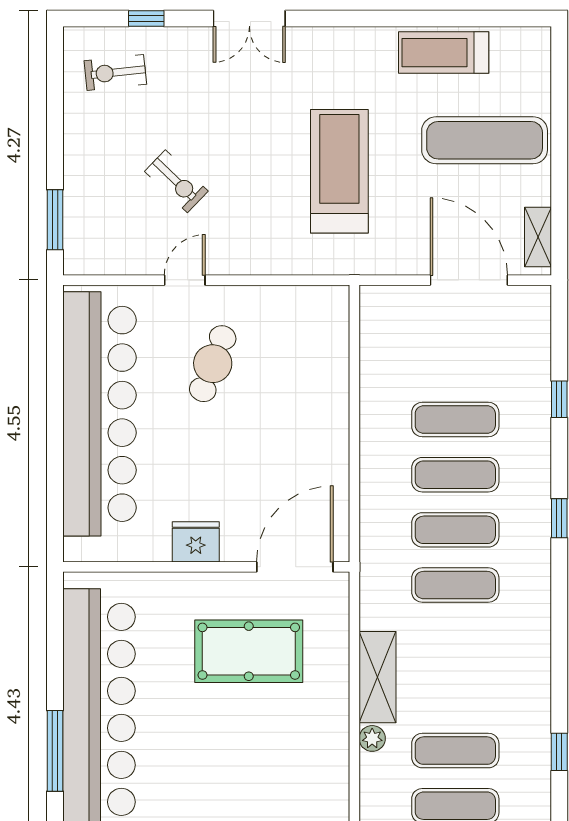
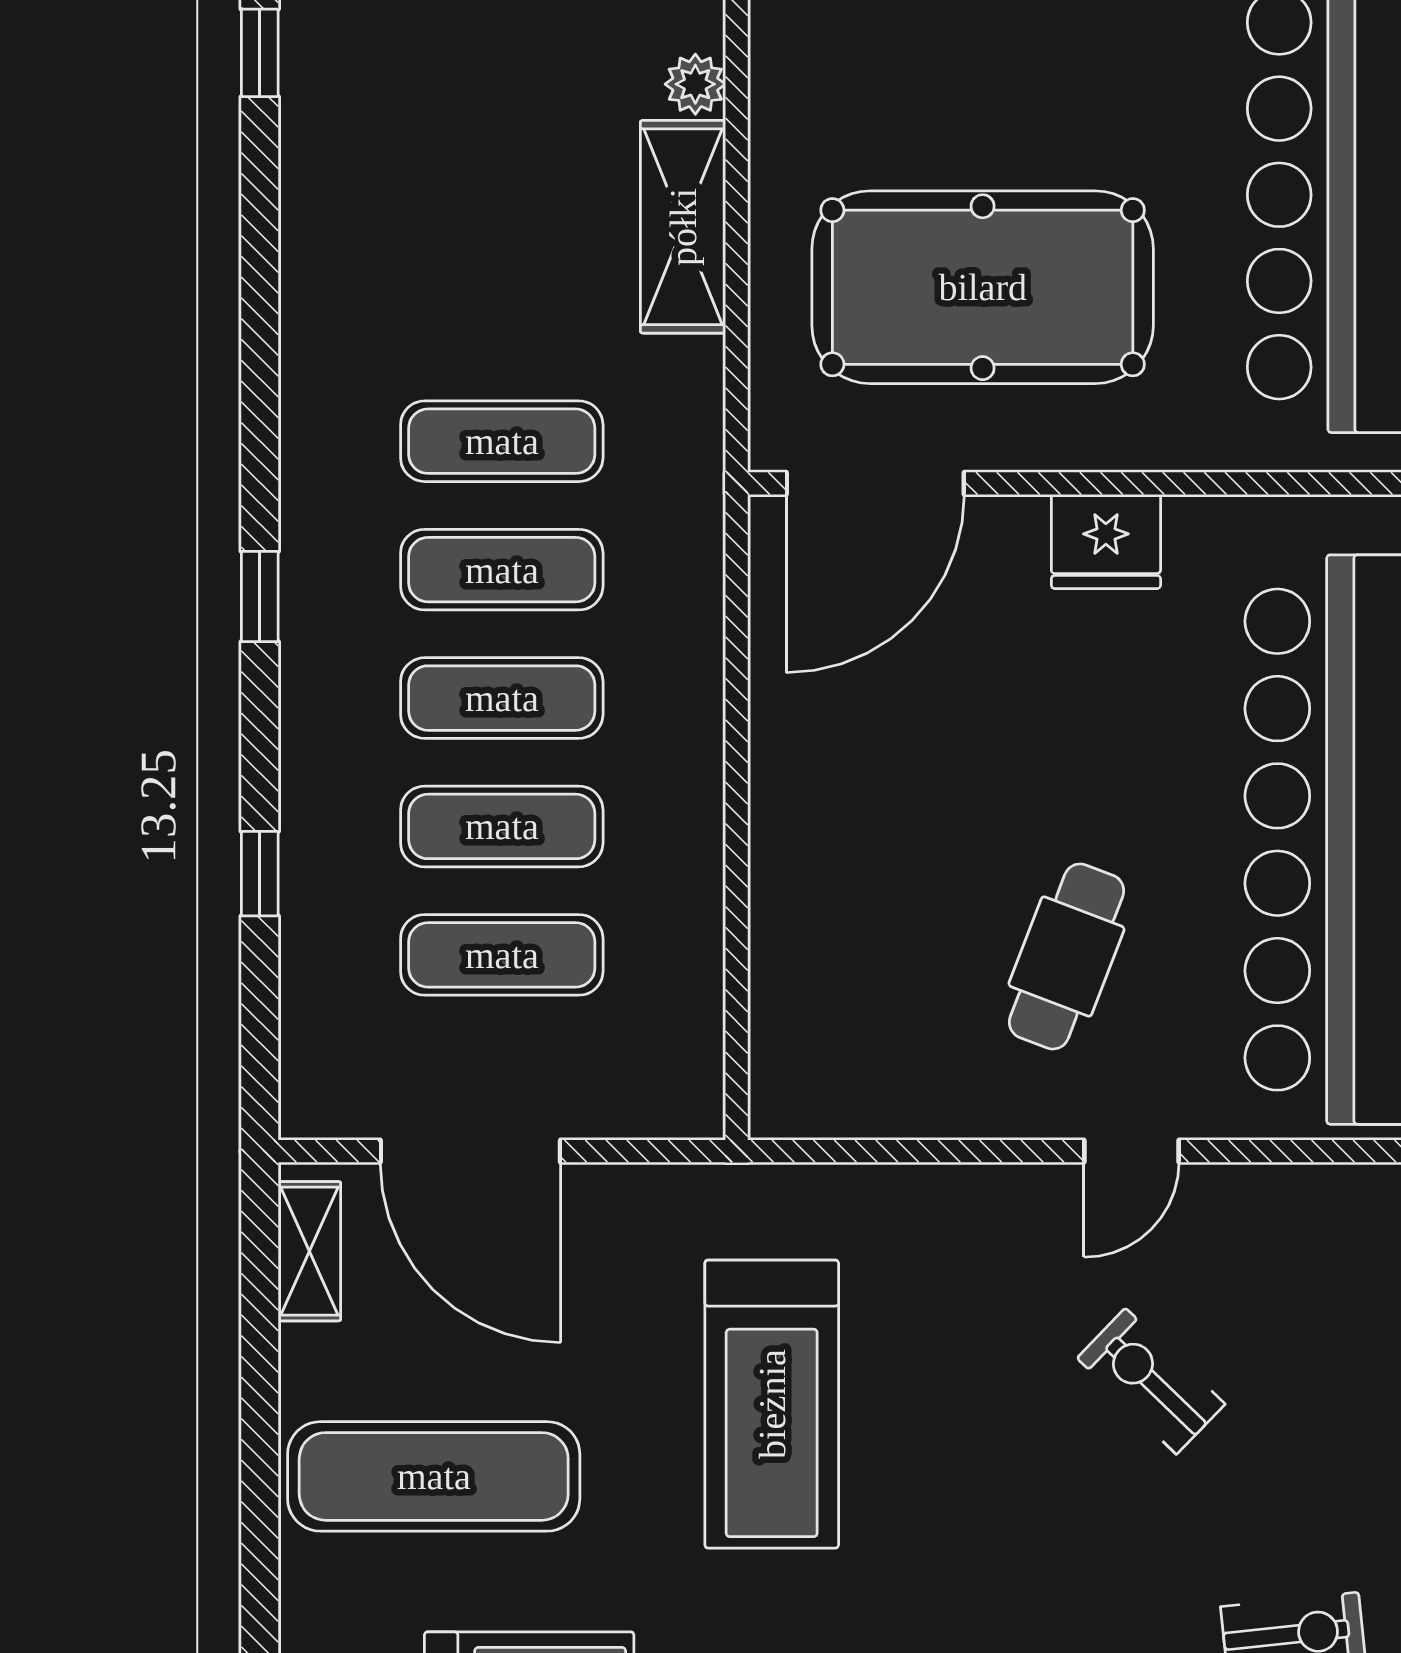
pool table: (249, 651) -> (983, 287), width x1.36, depth x1.32
exercise mat: (455, 751) -> (502, 955), moved

